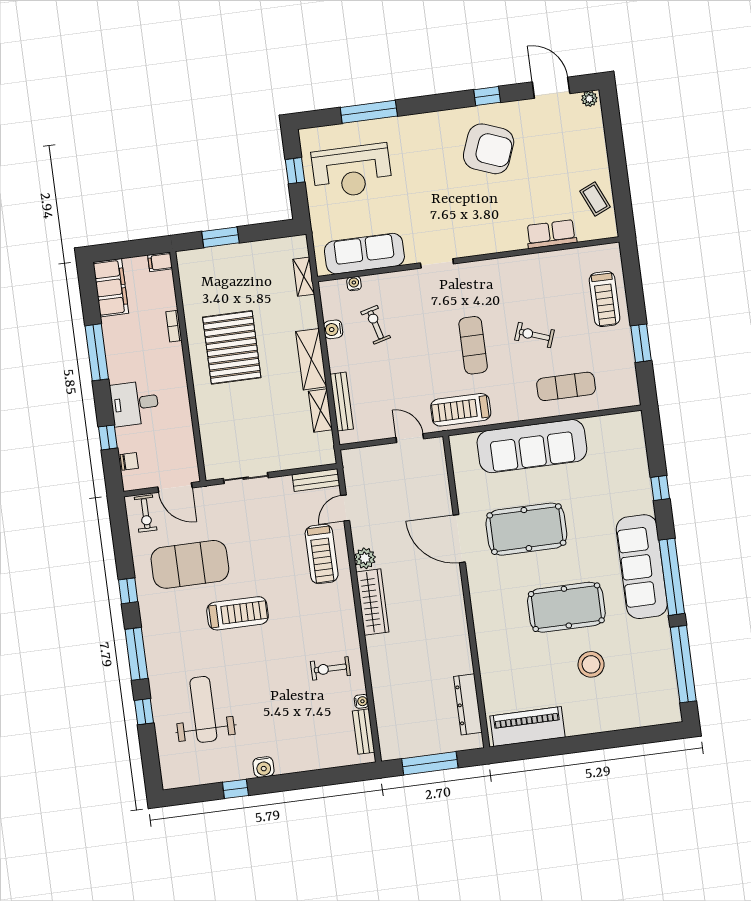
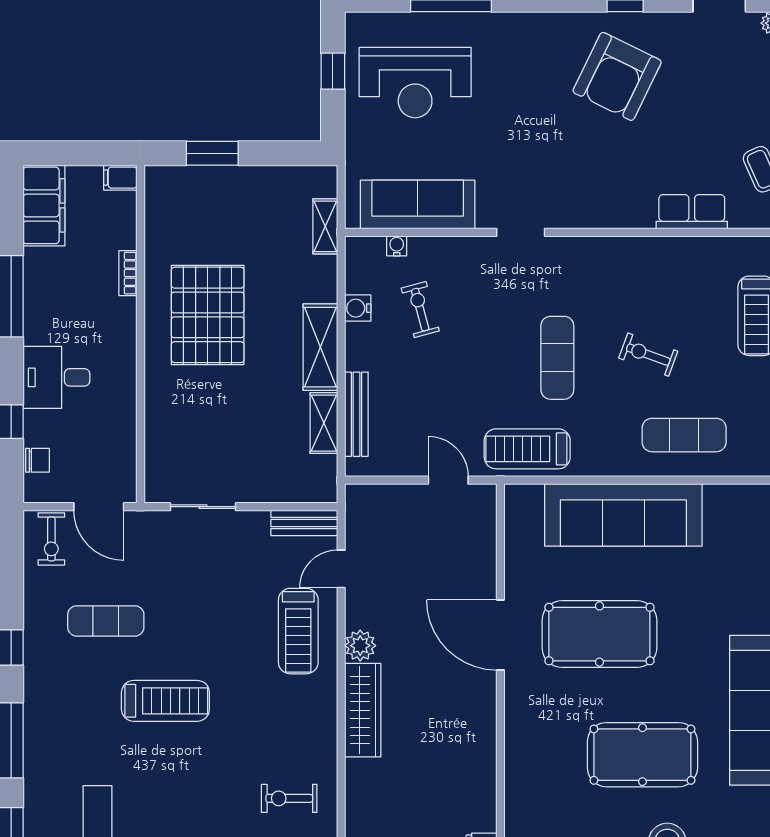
armchair: (489, 149) -> (617, 76), turned 95
exercise mat: (190, 564) -> (106, 621), width x0.50, depth x0.69

